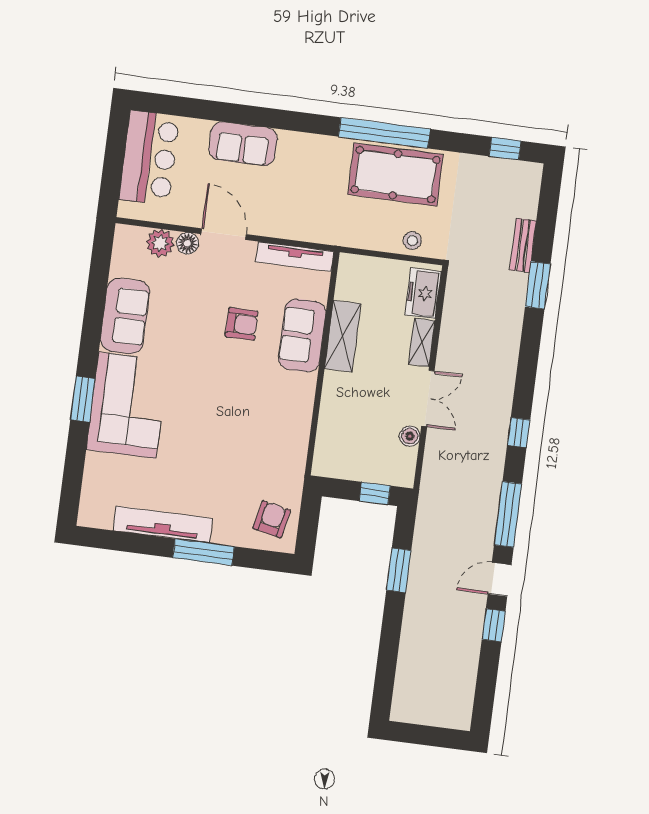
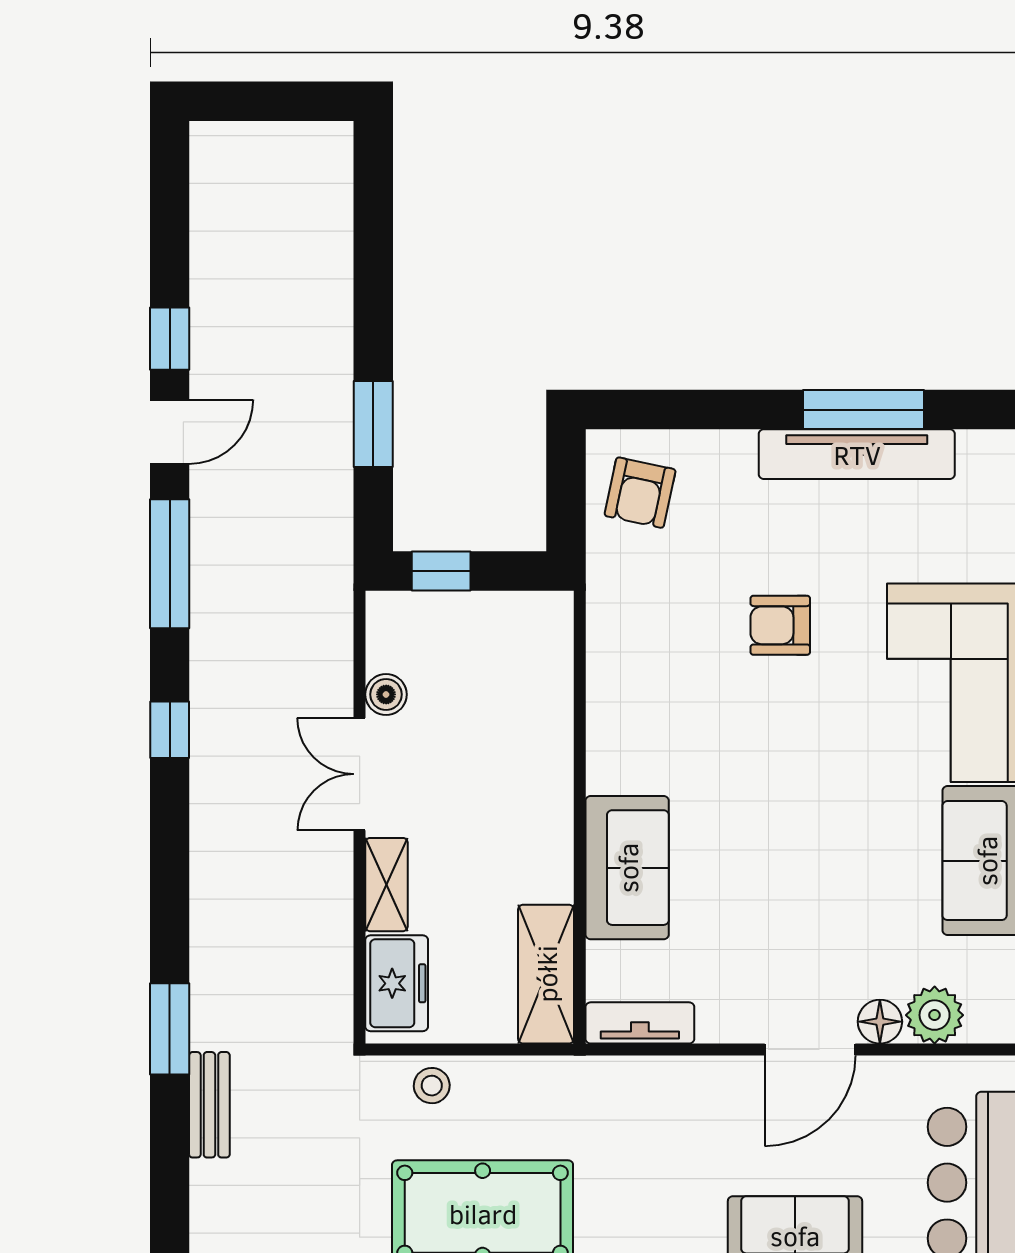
door: (224, 234) -> (810, 1050), hinge flipped
tv unit: (295, 257) -> (640, 1023), width x0.71
armchair: (242, 324) -> (780, 625), moved
shelving: (343, 336) -> (546, 974), moved
window: (203, 552) -> (864, 410), moved

